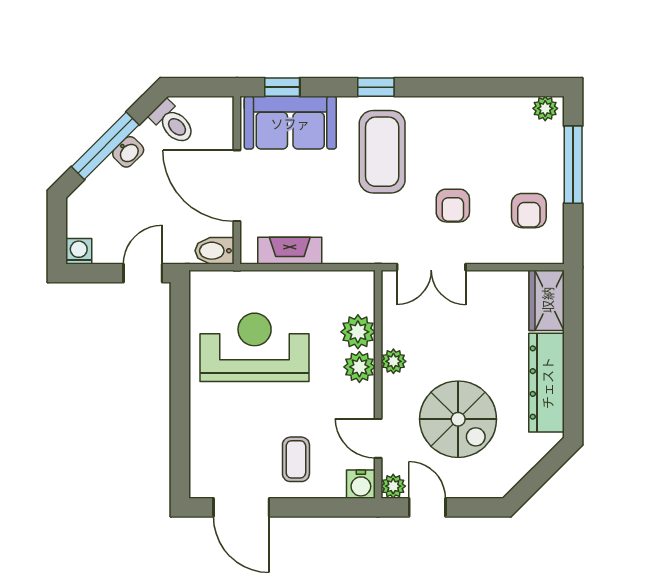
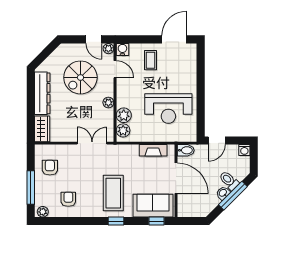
toilet: (173, 123) -> (229, 181), moved
armchair: (453, 206) -> (68, 199), moved
plant: (359, 367) -> (123, 130), moved
spiral stairs: (458, 419) -> (80, 77), turned -90
door: (241, 507) -> (174, 39), hinge flipped

